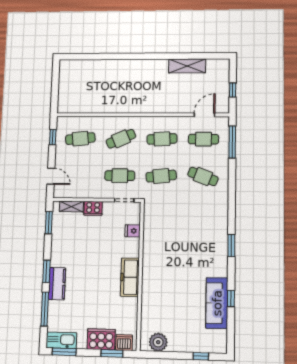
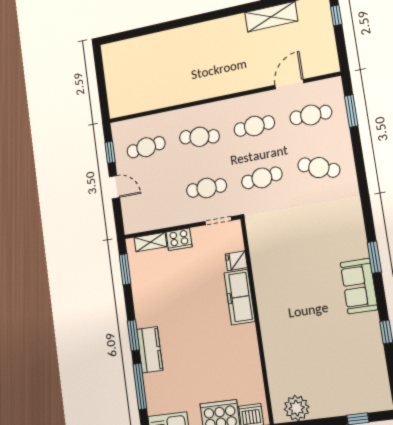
window: (233, 90) -> (336, 15), moved
door: (204, 115) -> (289, 84), moved
cafe table: (121, 139) -> (199, 137), turned 33
window: (232, 142) -> (351, 111), width x0.69
door: (51, 176) -> (114, 187), moved
freezer: (130, 277) -> (240, 297), moved
sofa: (217, 303) -> (359, 286), moved, width x0.73

